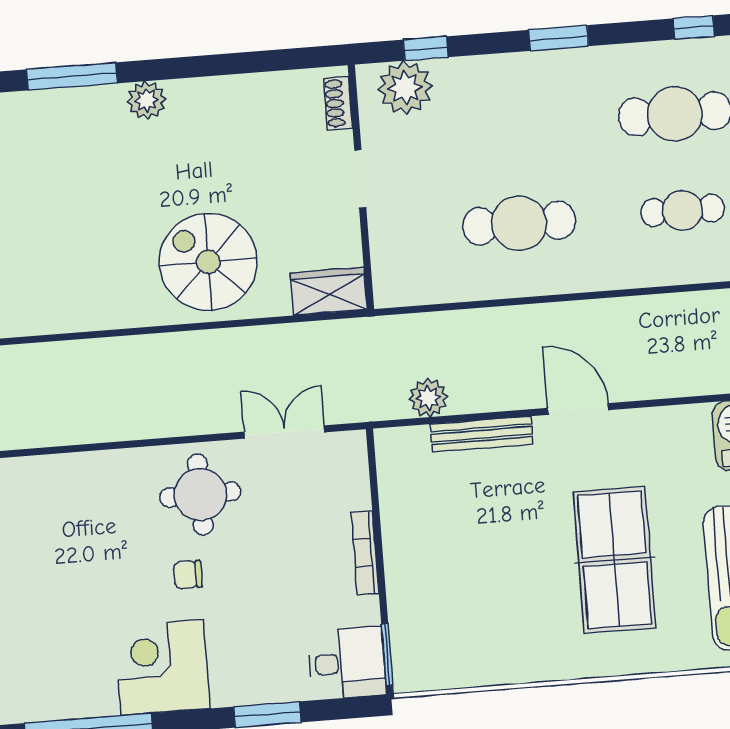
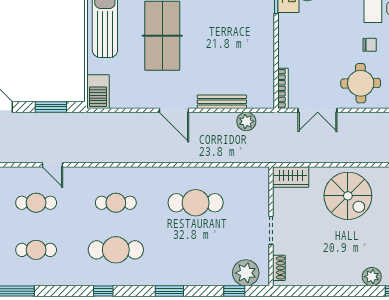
bookcase: (365, 553) -> (283, 88), moved

